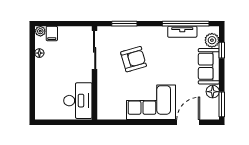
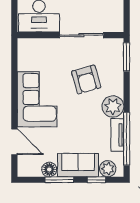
window: (124, 24) -> (127, 57), moved
plant: (157, 36) -> (113, 106), added
sliding door: (95, 50) -> (81, 35), moved
window: (222, 104) -> (59, 180), moved

